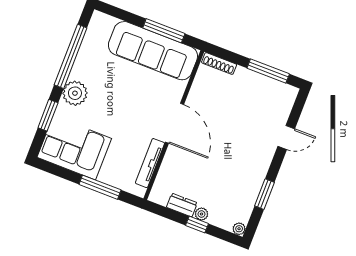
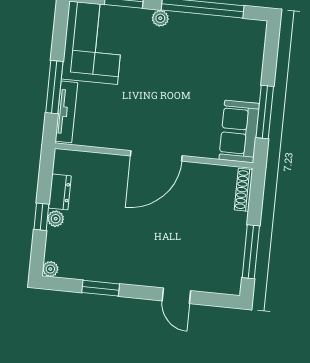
sofa: (153, 51) -> (239, 131), width x0.54, depth x0.79
plant: (75, 93) -> (160, 18), width x0.53, depth x0.53
tv unit: (150, 163) -> (66, 112), moved, turned 90

